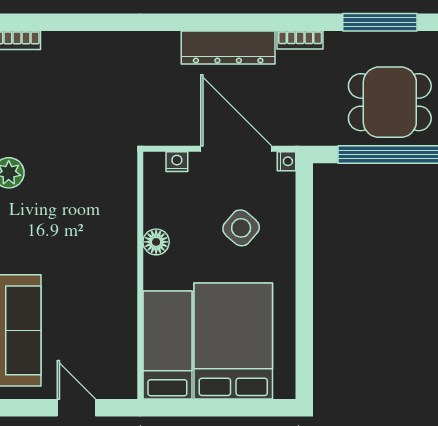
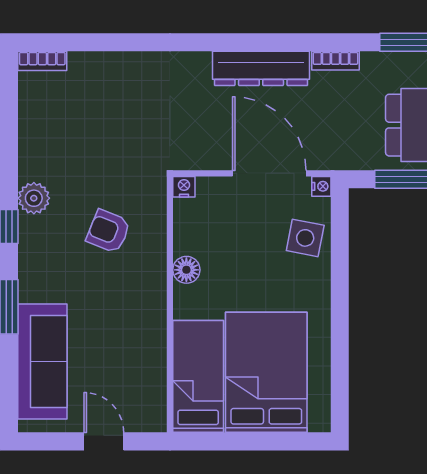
nightstand: (177, 162) -> (184, 187), moved
armchair: (81, 205) -> (108, 231), added
side table: (241, 228) -> (305, 238), moved, turned -30

